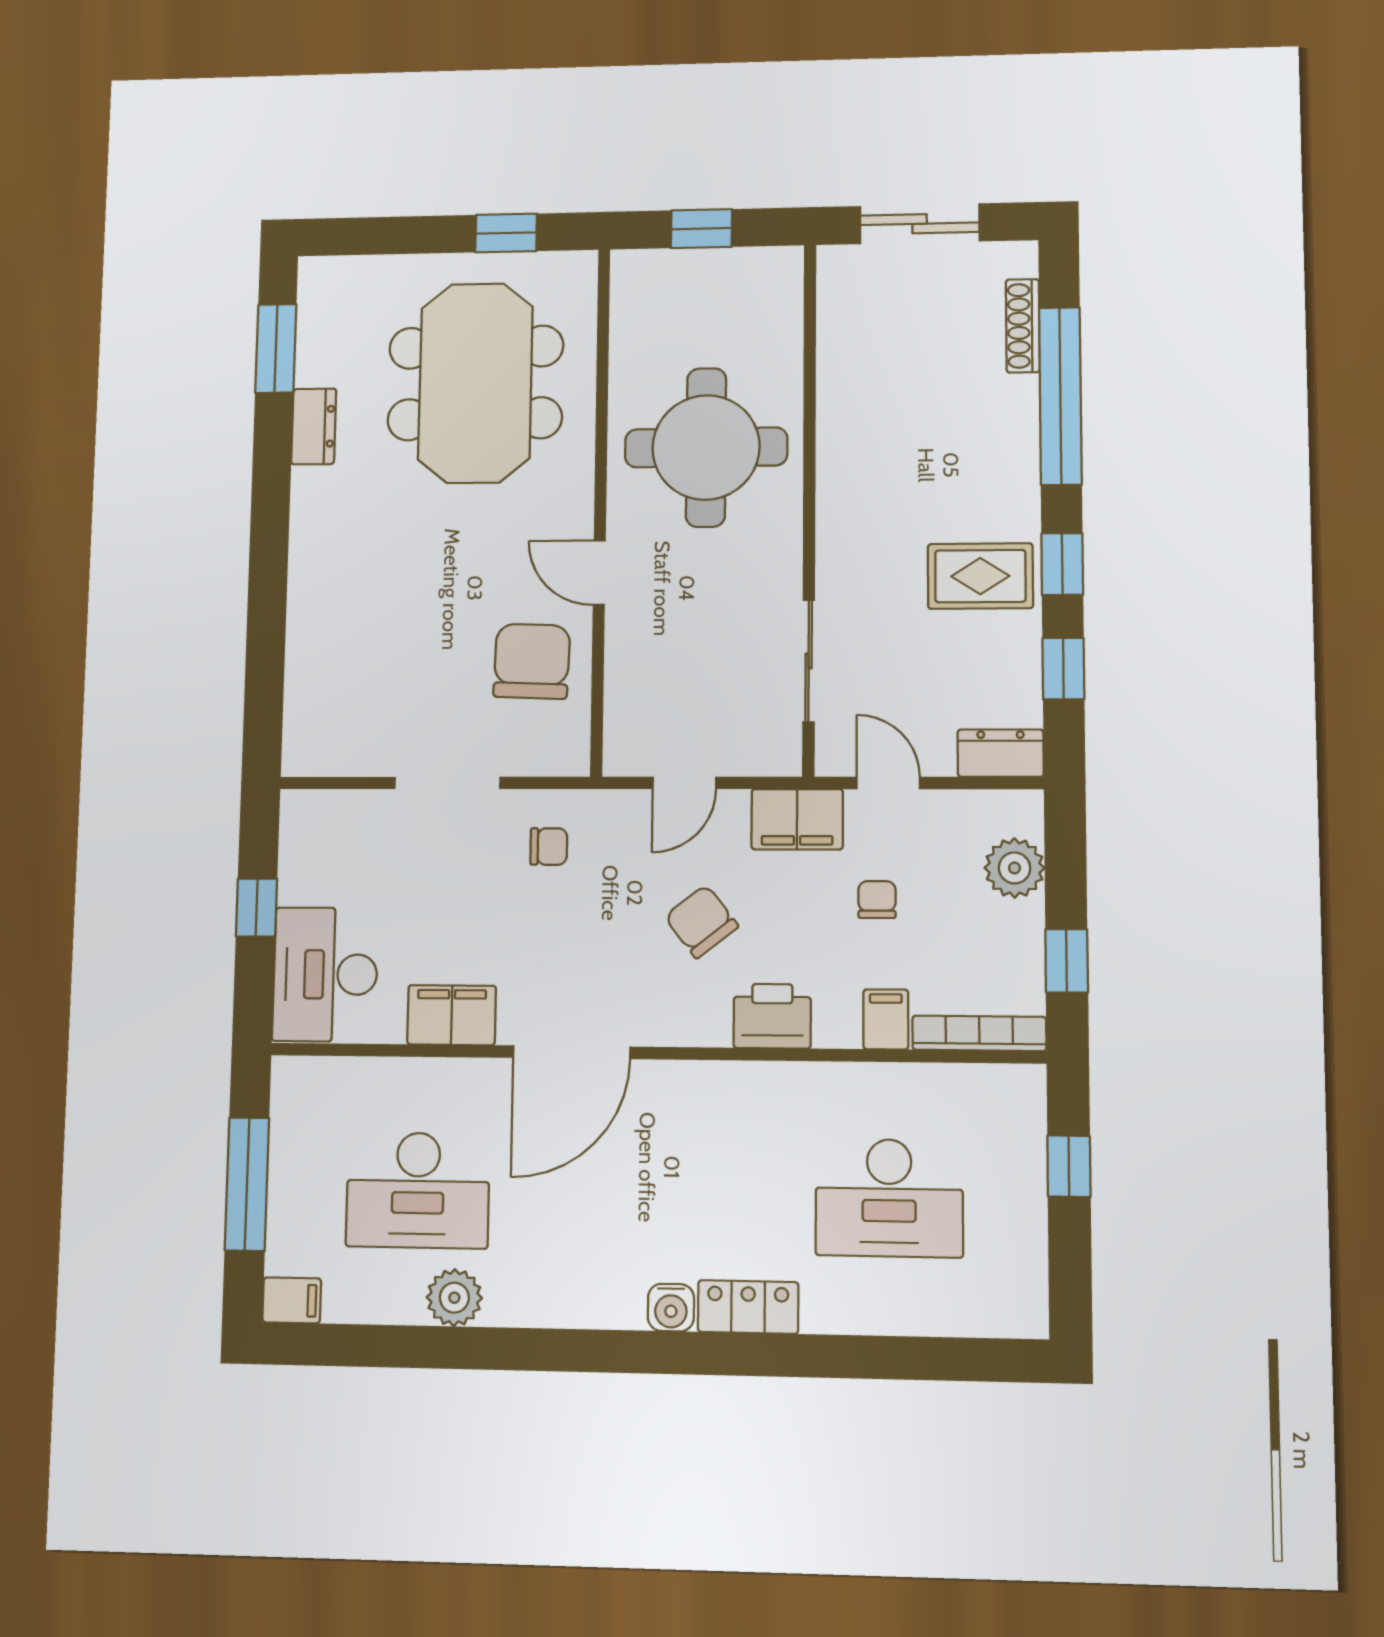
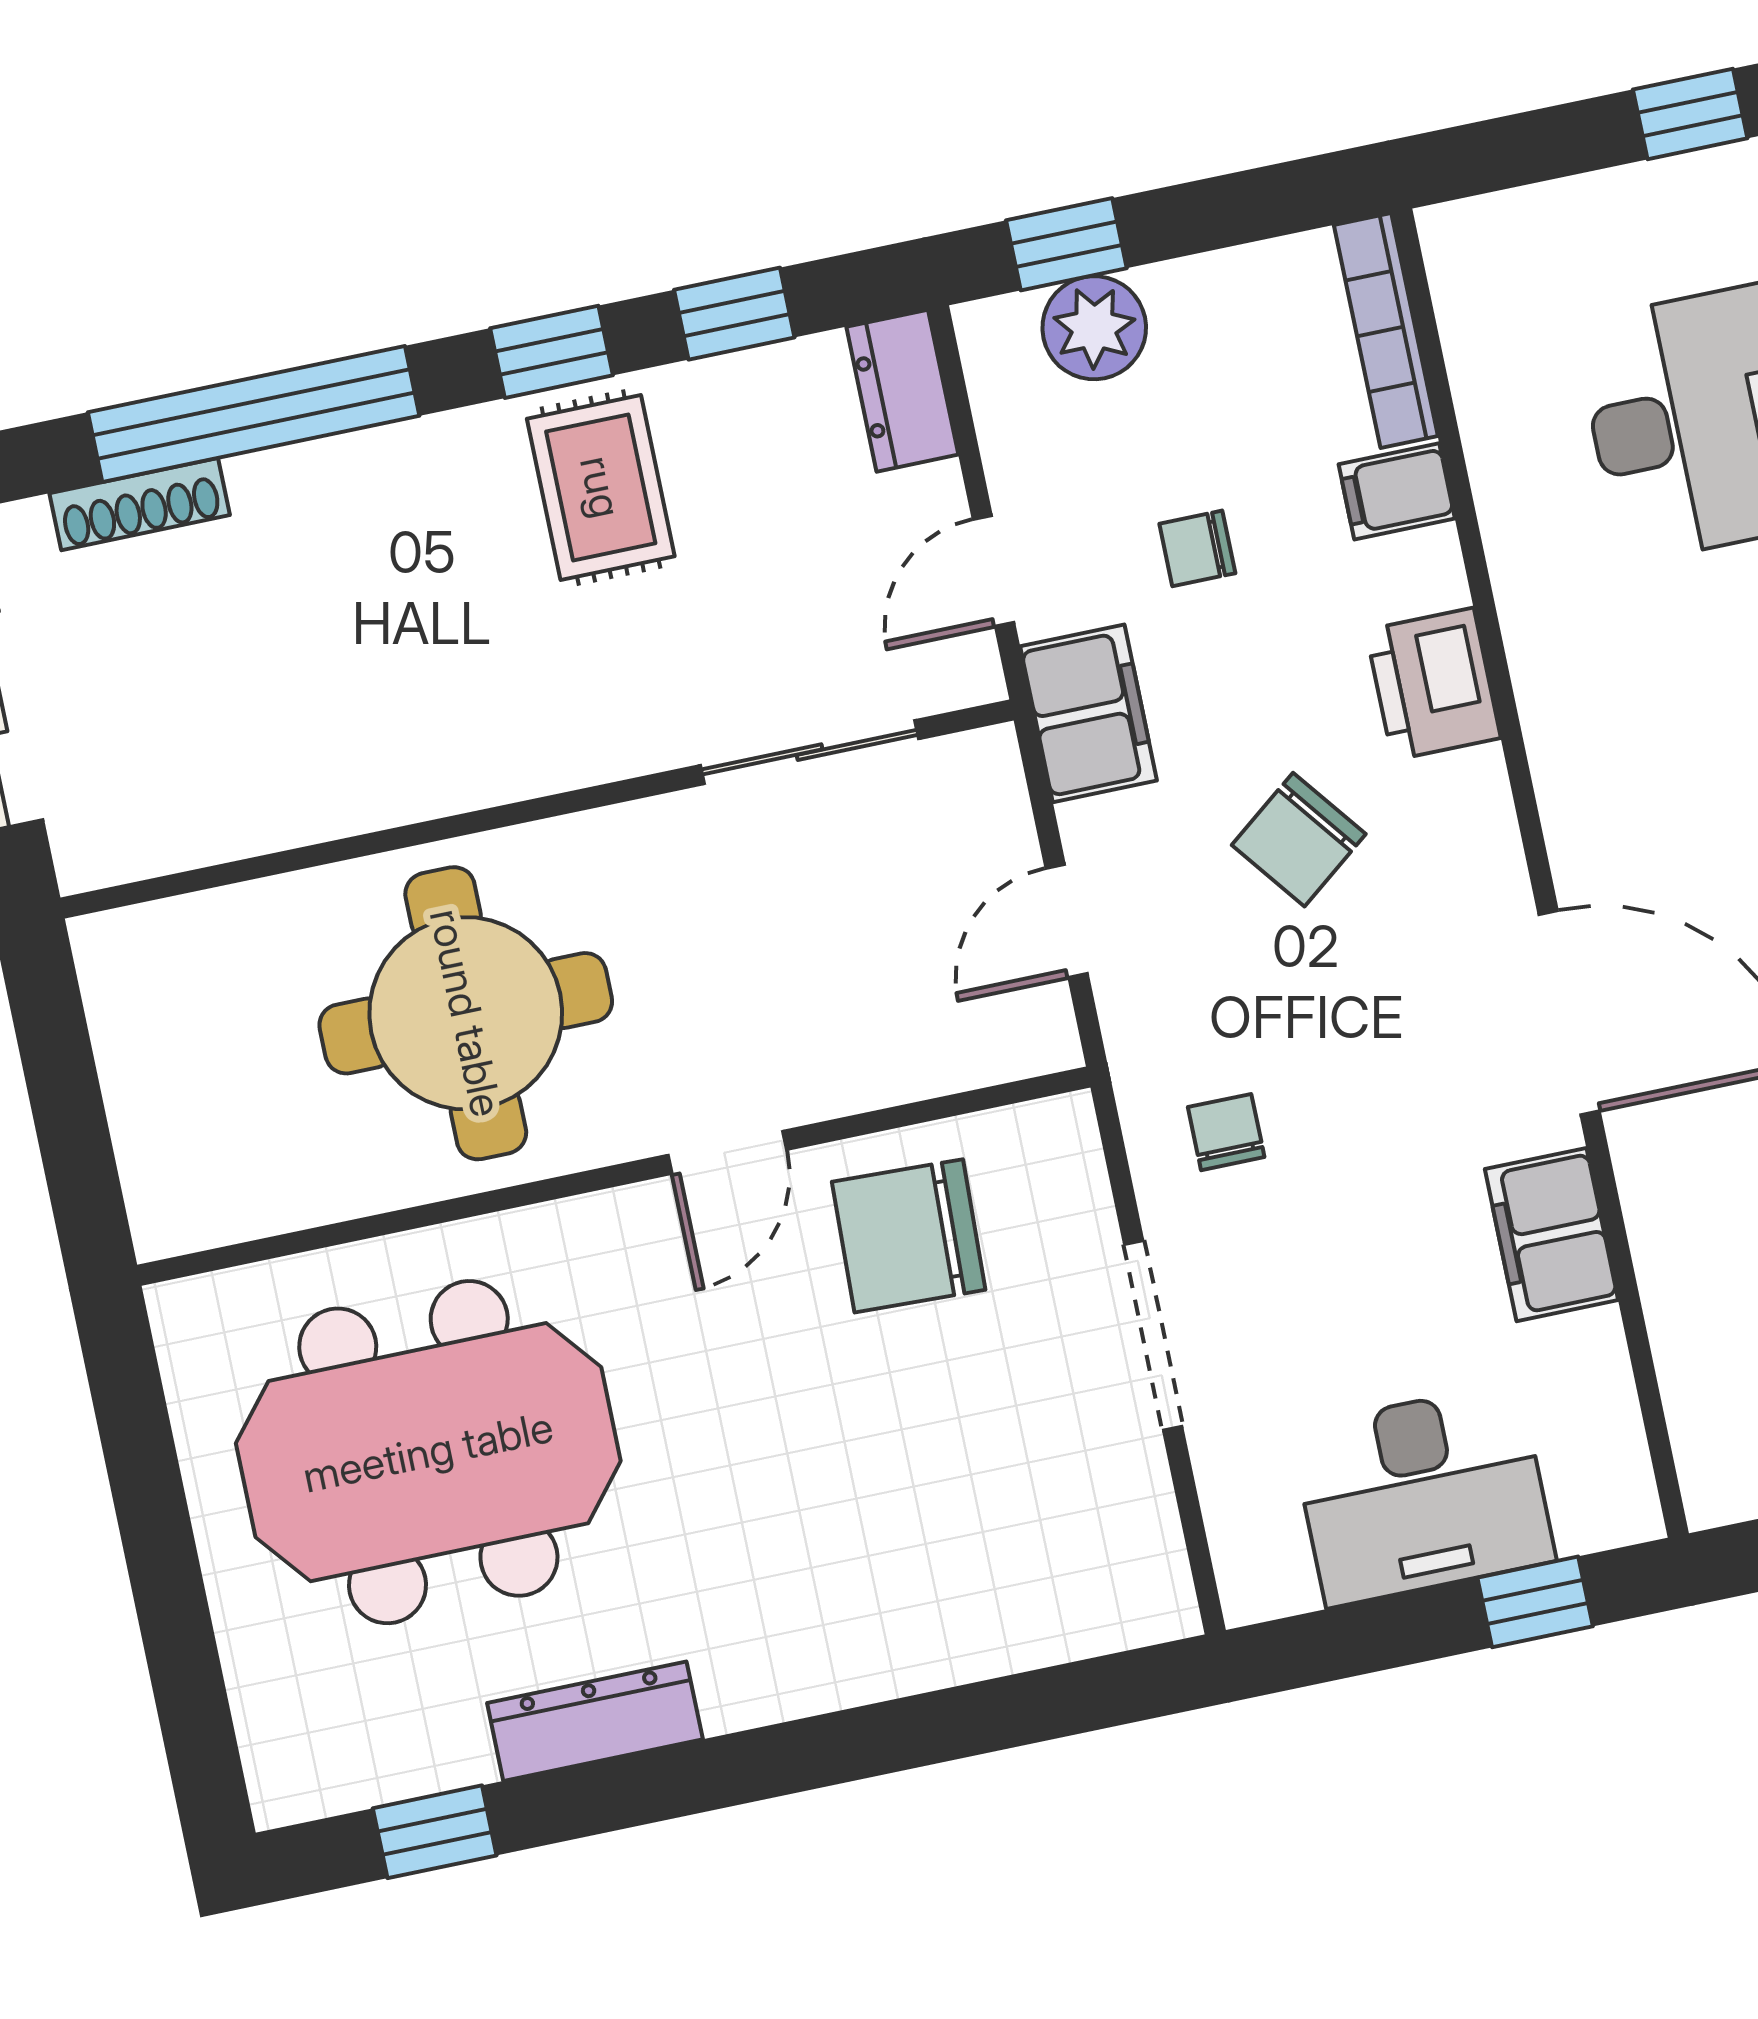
window: (702, 229) -> (68, 1109), removed
window: (506, 233) -> (141, 1460), removed
window: (276, 349) -> (435, 1832), width x0.67
dresser: (314, 426) -> (595, 1721), width x1.44
door: (684, 783) -> (1067, 921), swing flipped
window: (257, 908) -> (1535, 1602), moved
window: (1067, 961) -> (1066, 244), moved
desk: (325, 974) -> (1423, 1494), moved
window: (1069, 1166) -> (1690, 114), moved

